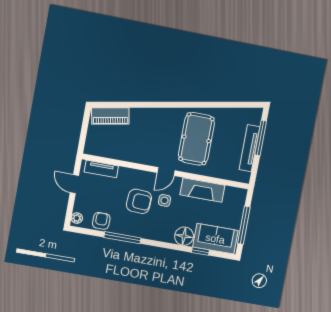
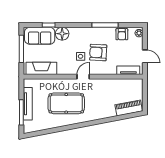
pool table: (196, 139) -> (66, 103), turned 90
fireplace: (202, 190) -> (41, 68), moved

